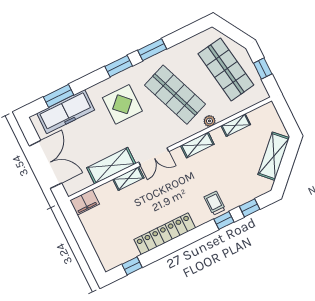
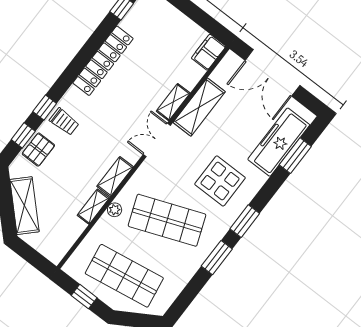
shelving: (236, 125) -> (93, 207), moved
pallet: (244, 192) -> (38, 150), added

